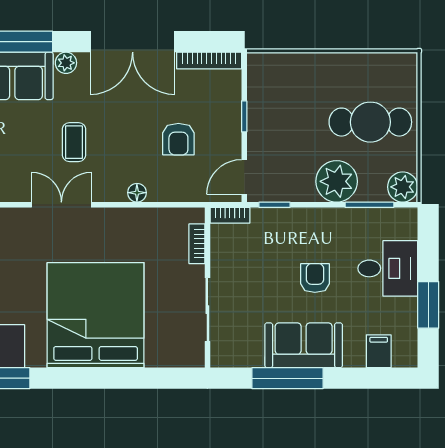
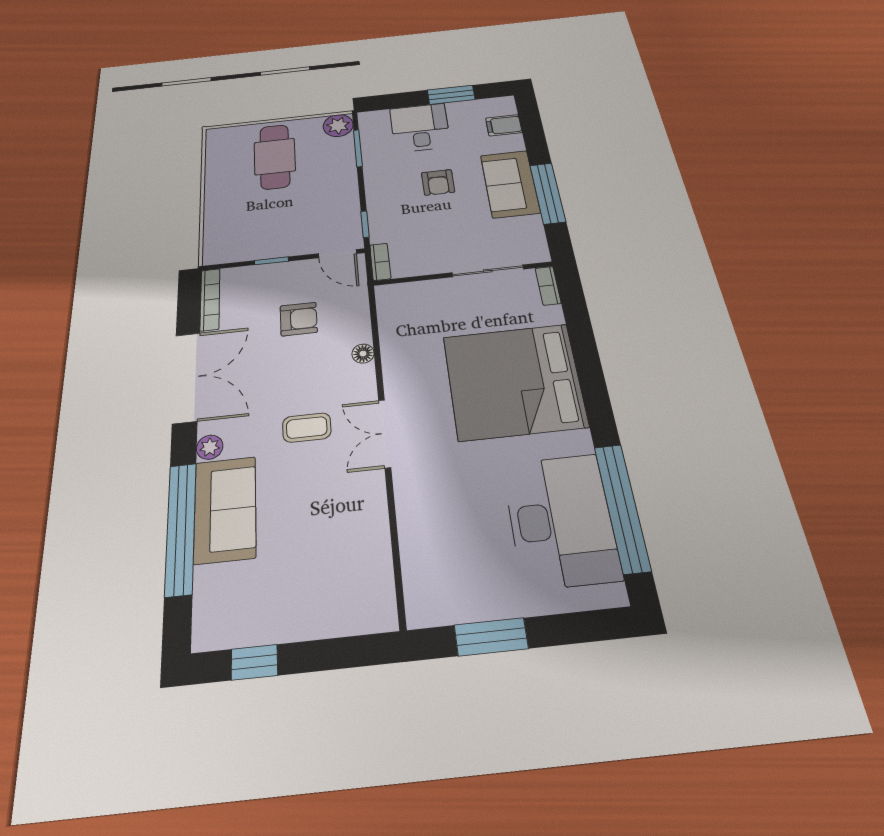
plant: (337, 181) -> (336, 176), removed
bookcase: (197, 244) -> (548, 286), moved, turned 90
armchair: (315, 278) -> (438, 182), turned -90

